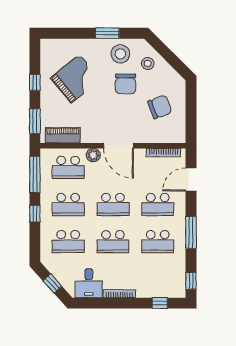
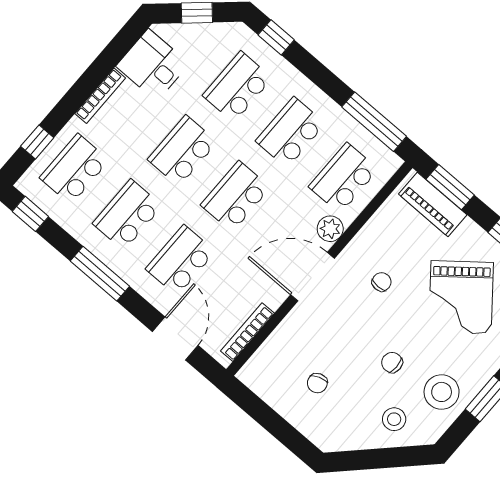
chair: (126, 84) -> (392, 363), width x0.54, depth x0.54
chair: (160, 107) -> (317, 383), width x0.54, depth x0.54
chair: (97, 116) -> (382, 282), added
piano: (63, 135) -> (433, 204), moved, turned 90
window: (35, 214) -> (276, 37), moved
school desk: (158, 279) -> (74, 169), added

